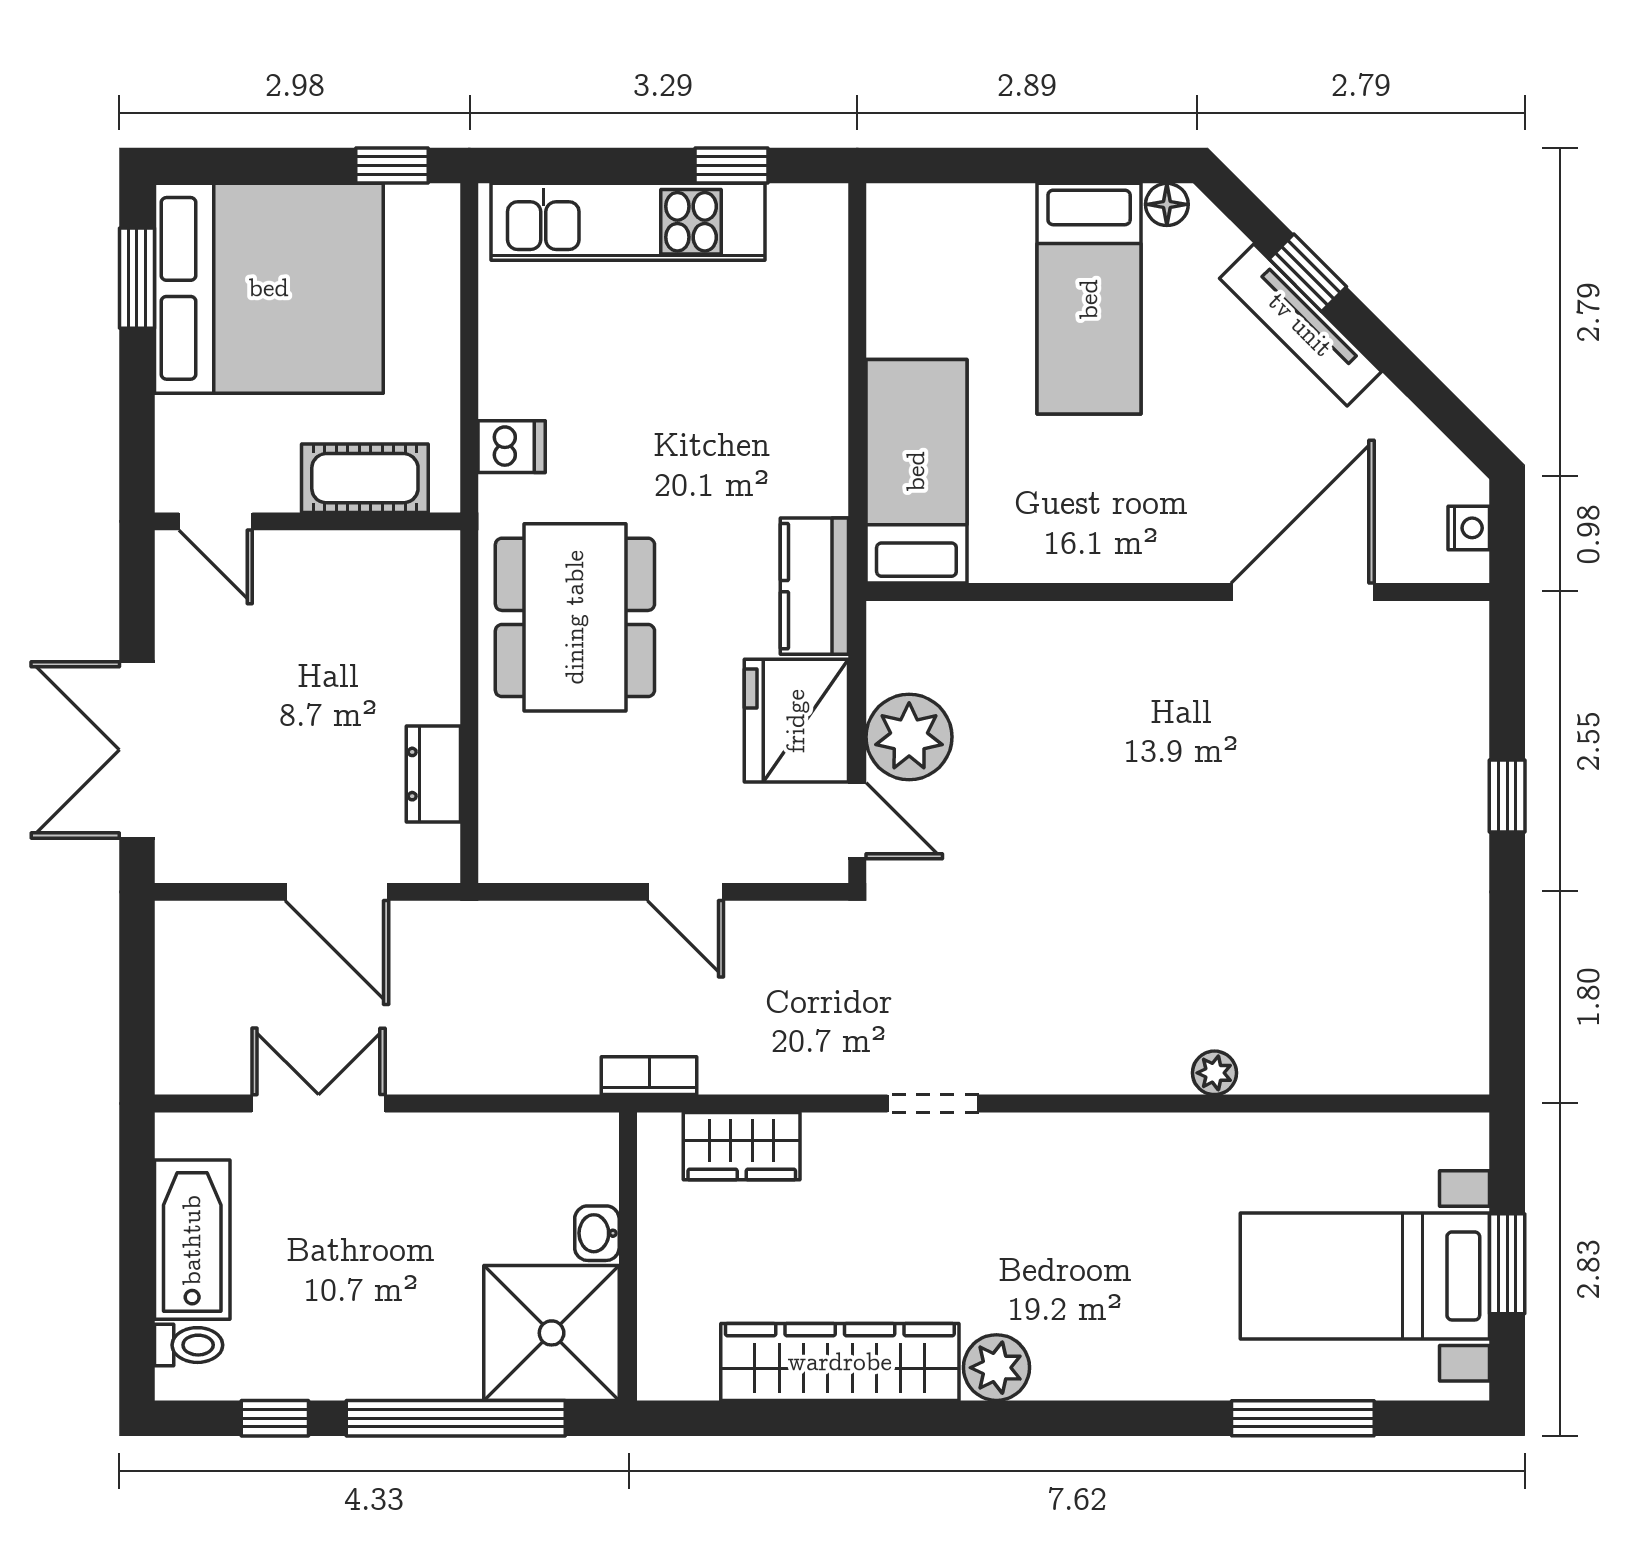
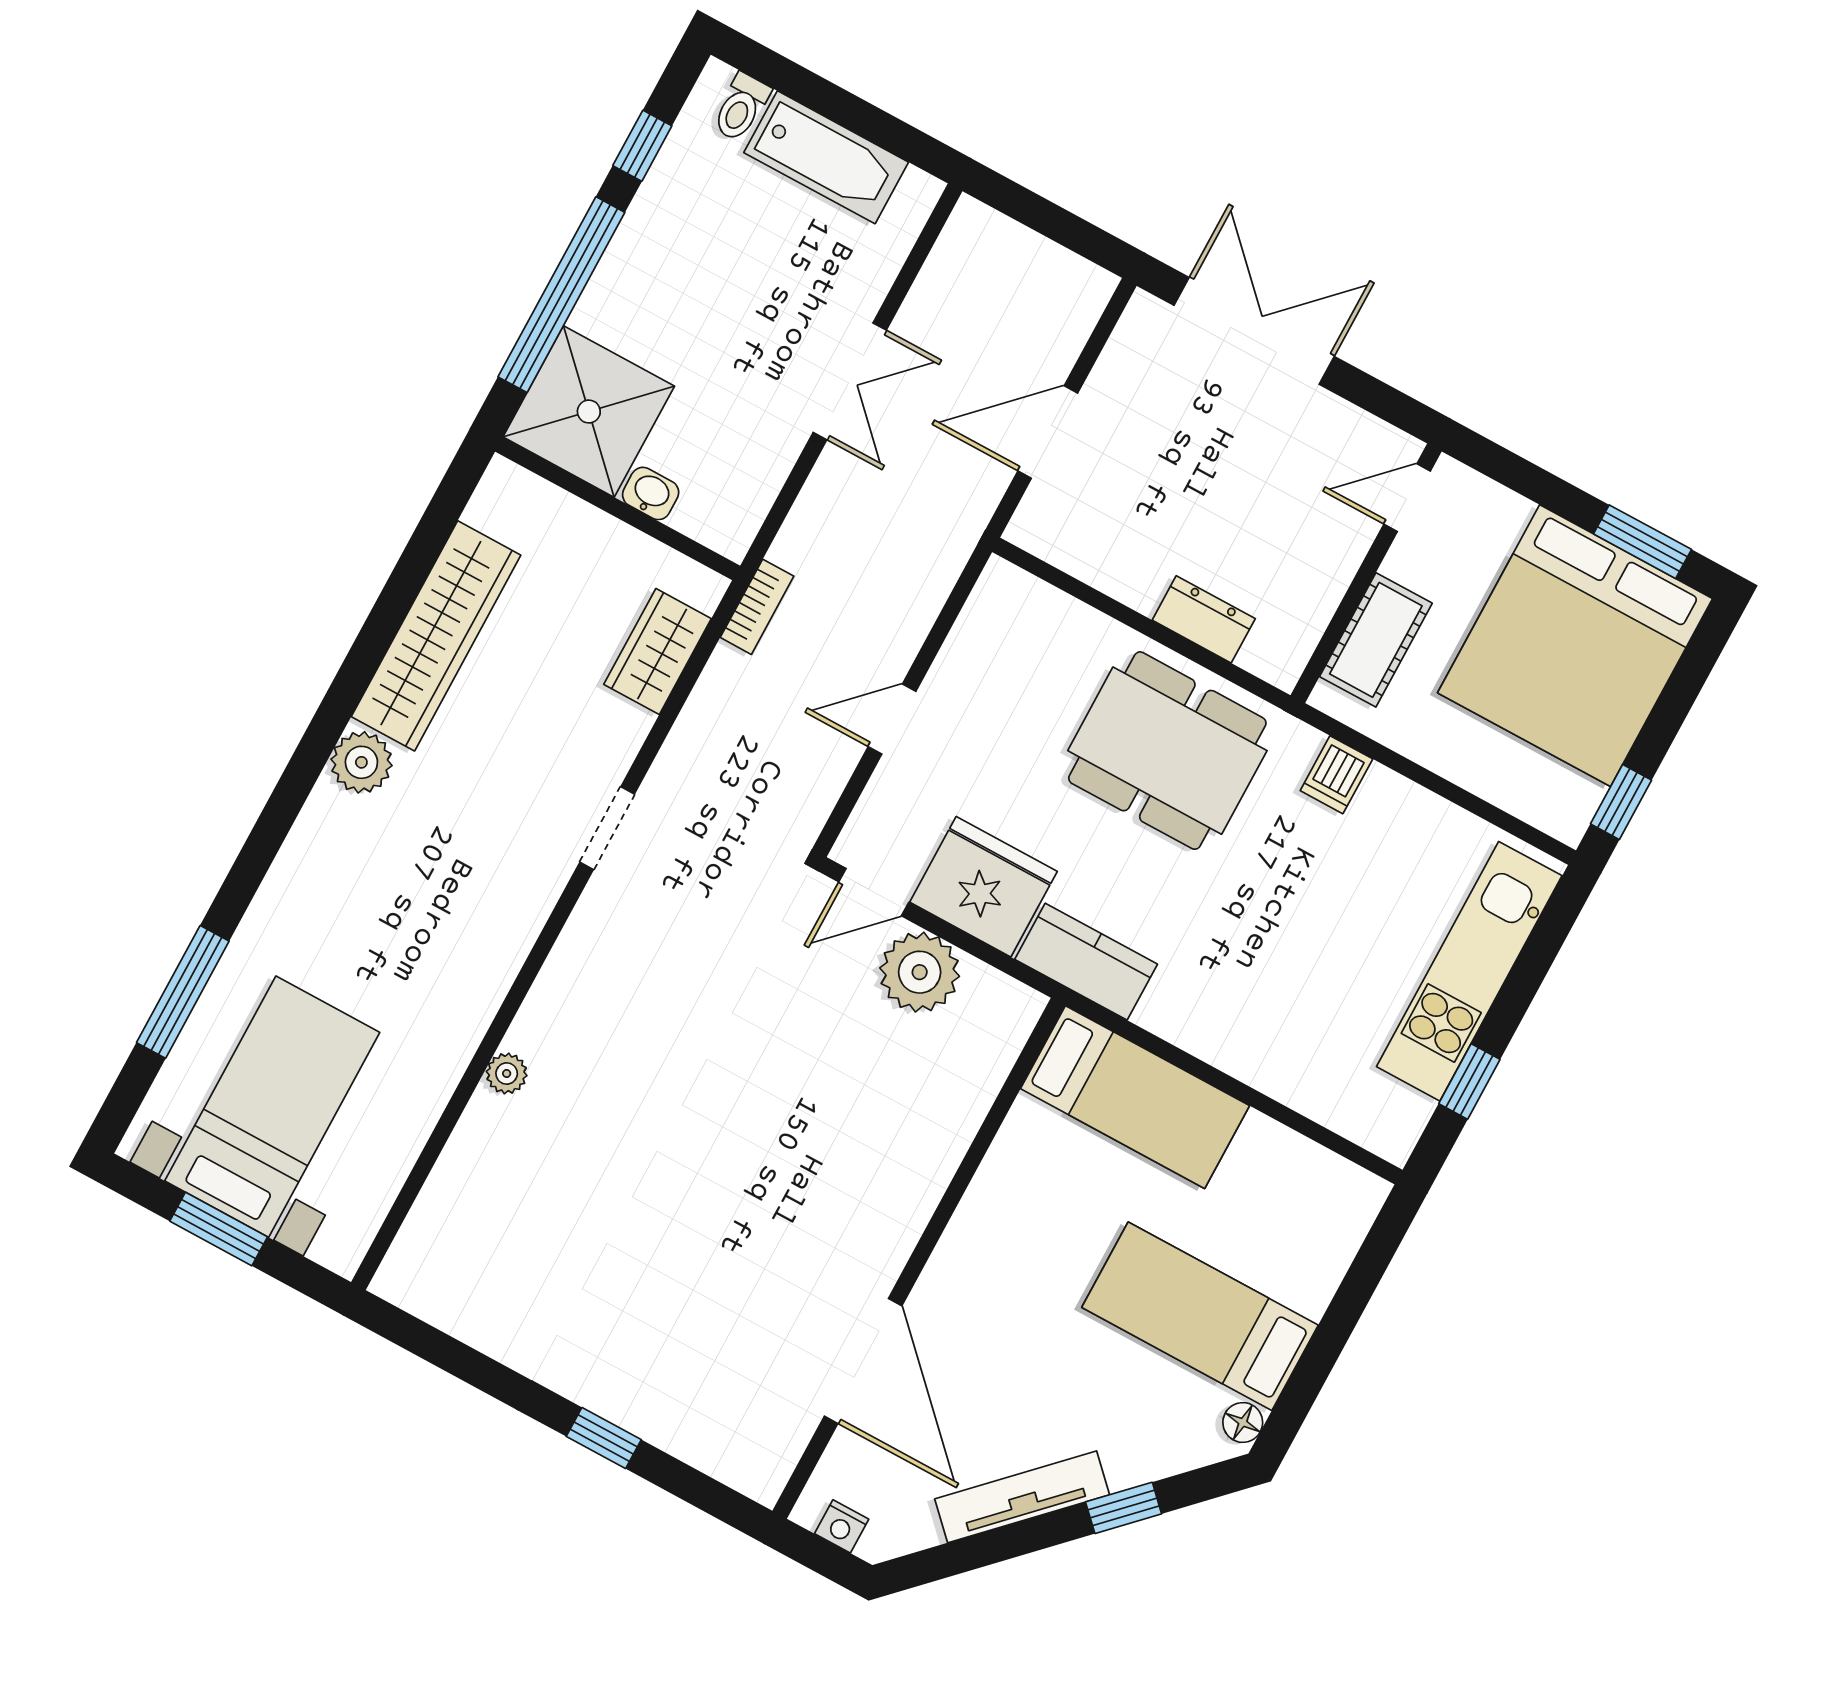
tv unit: (1300, 325) -> (1022, 1497), moved
dresser: (433, 774) -> (1204, 619), moved
double door: (319, 1104) -> (850, 381), moved

